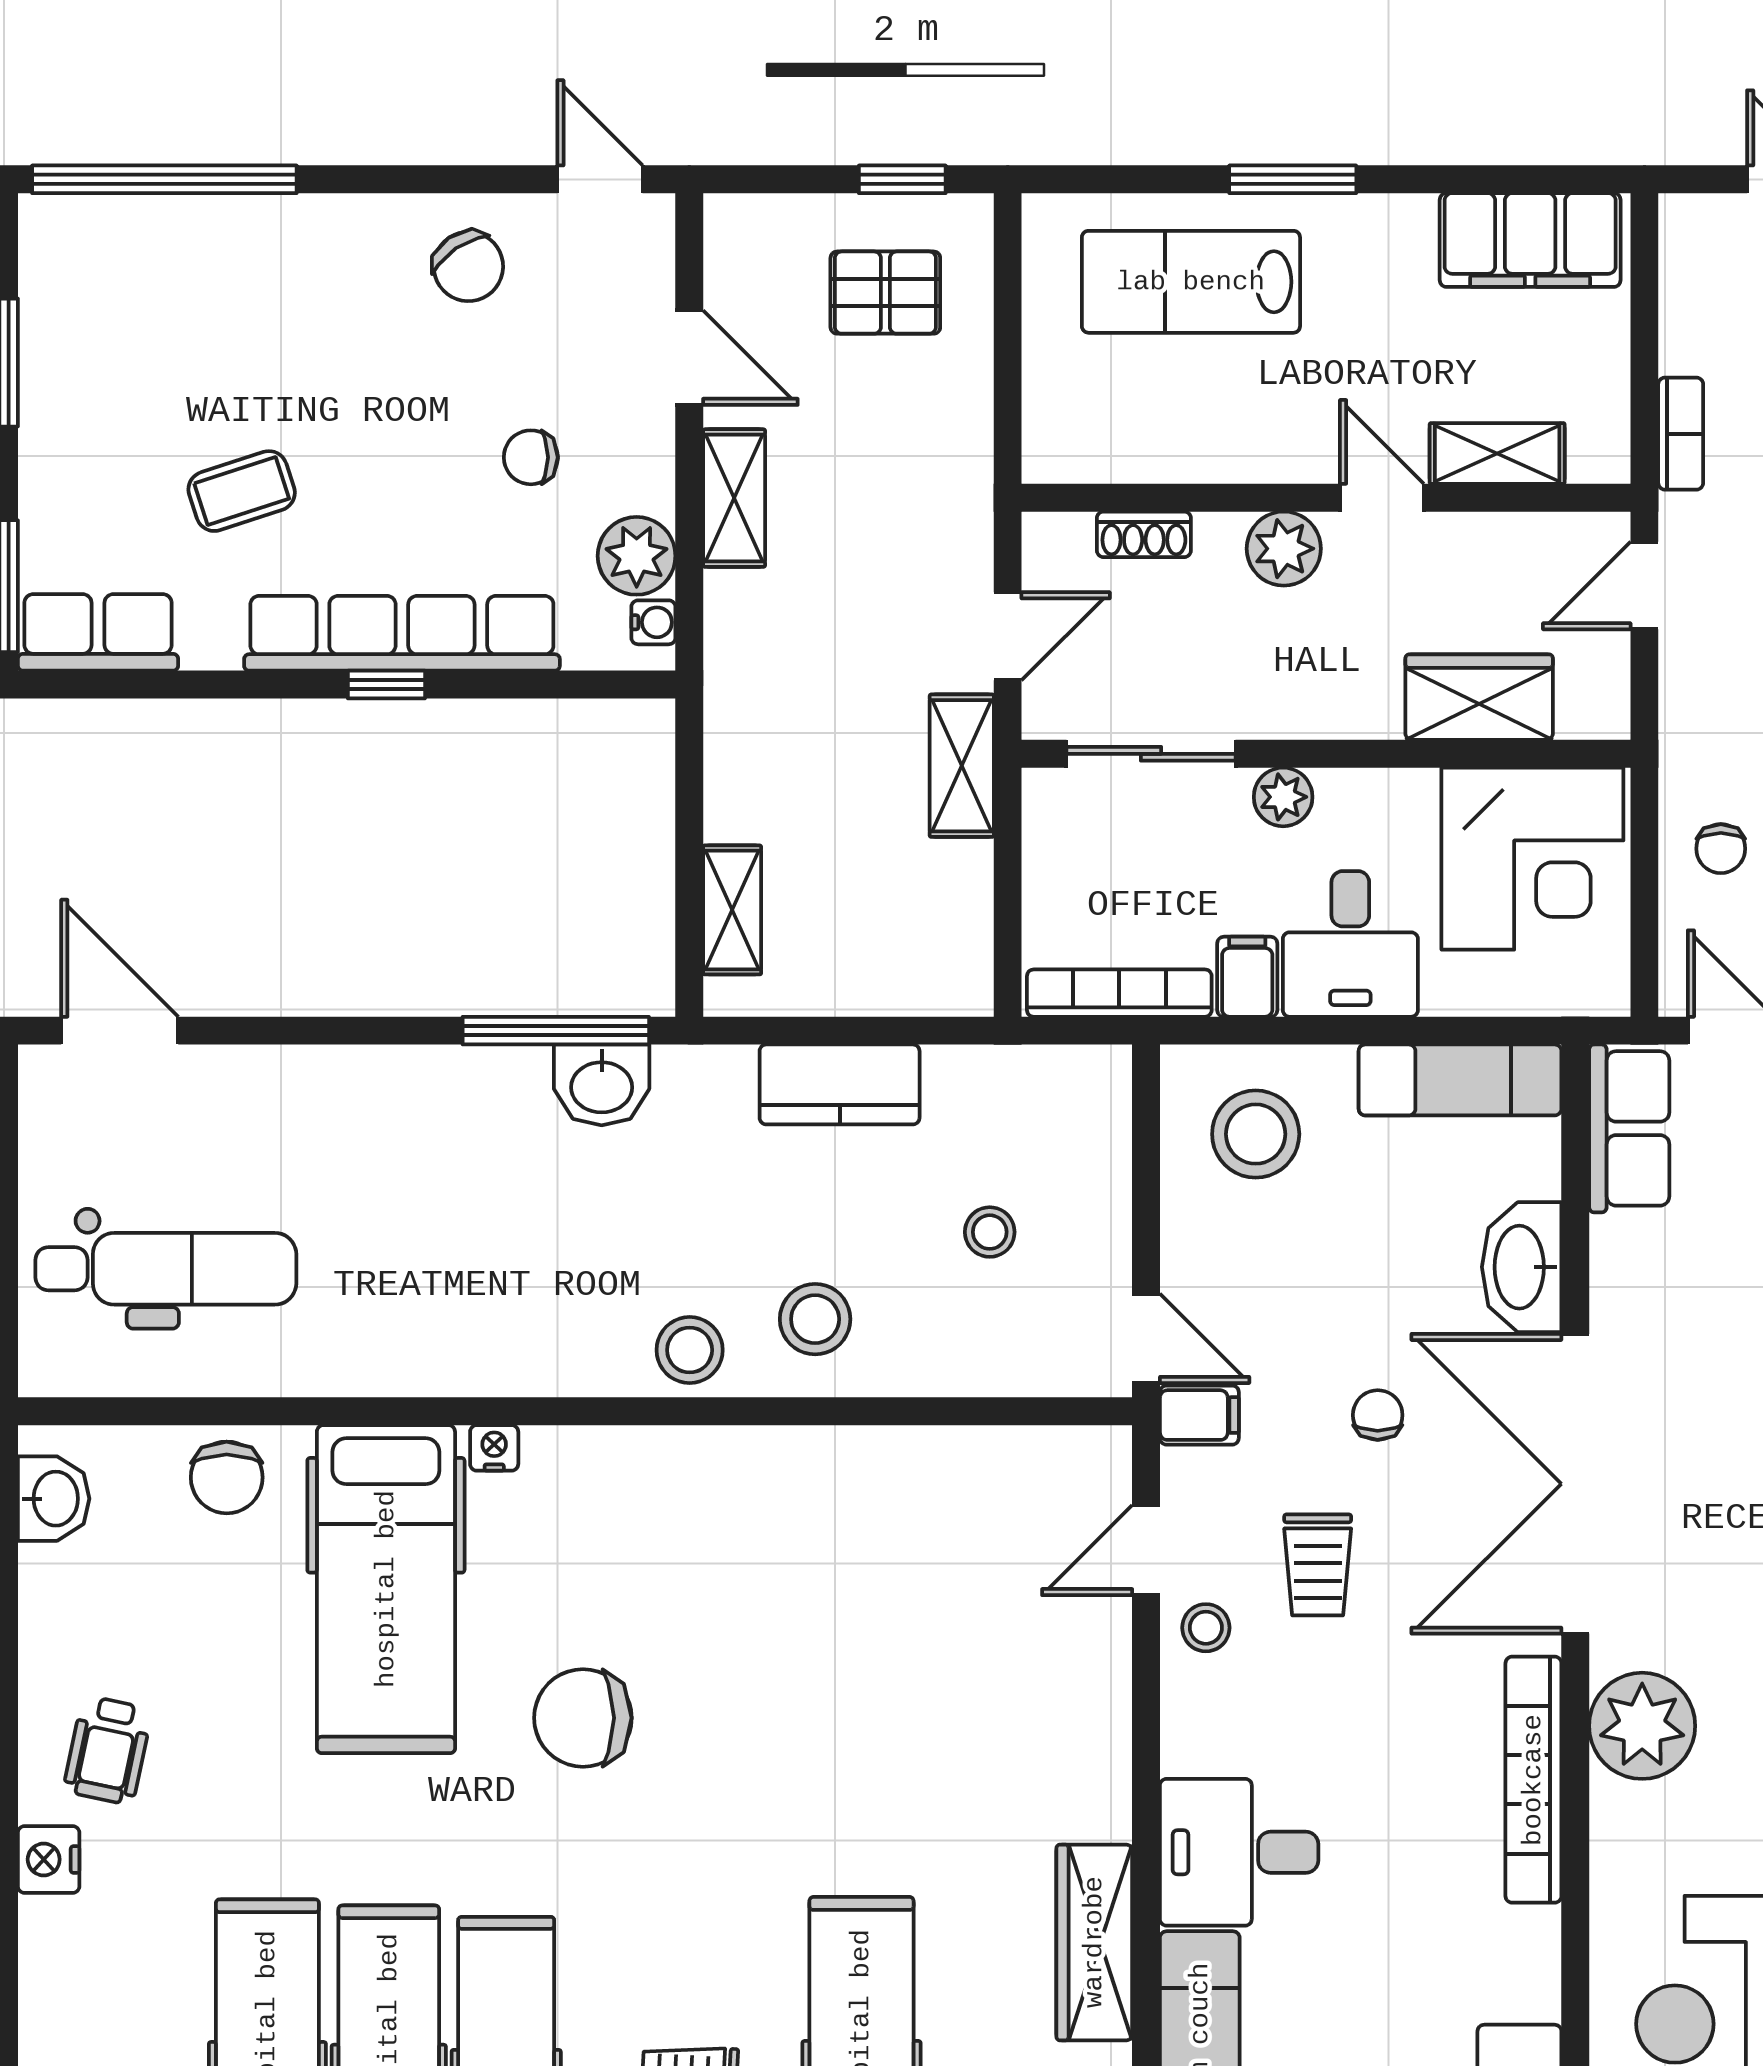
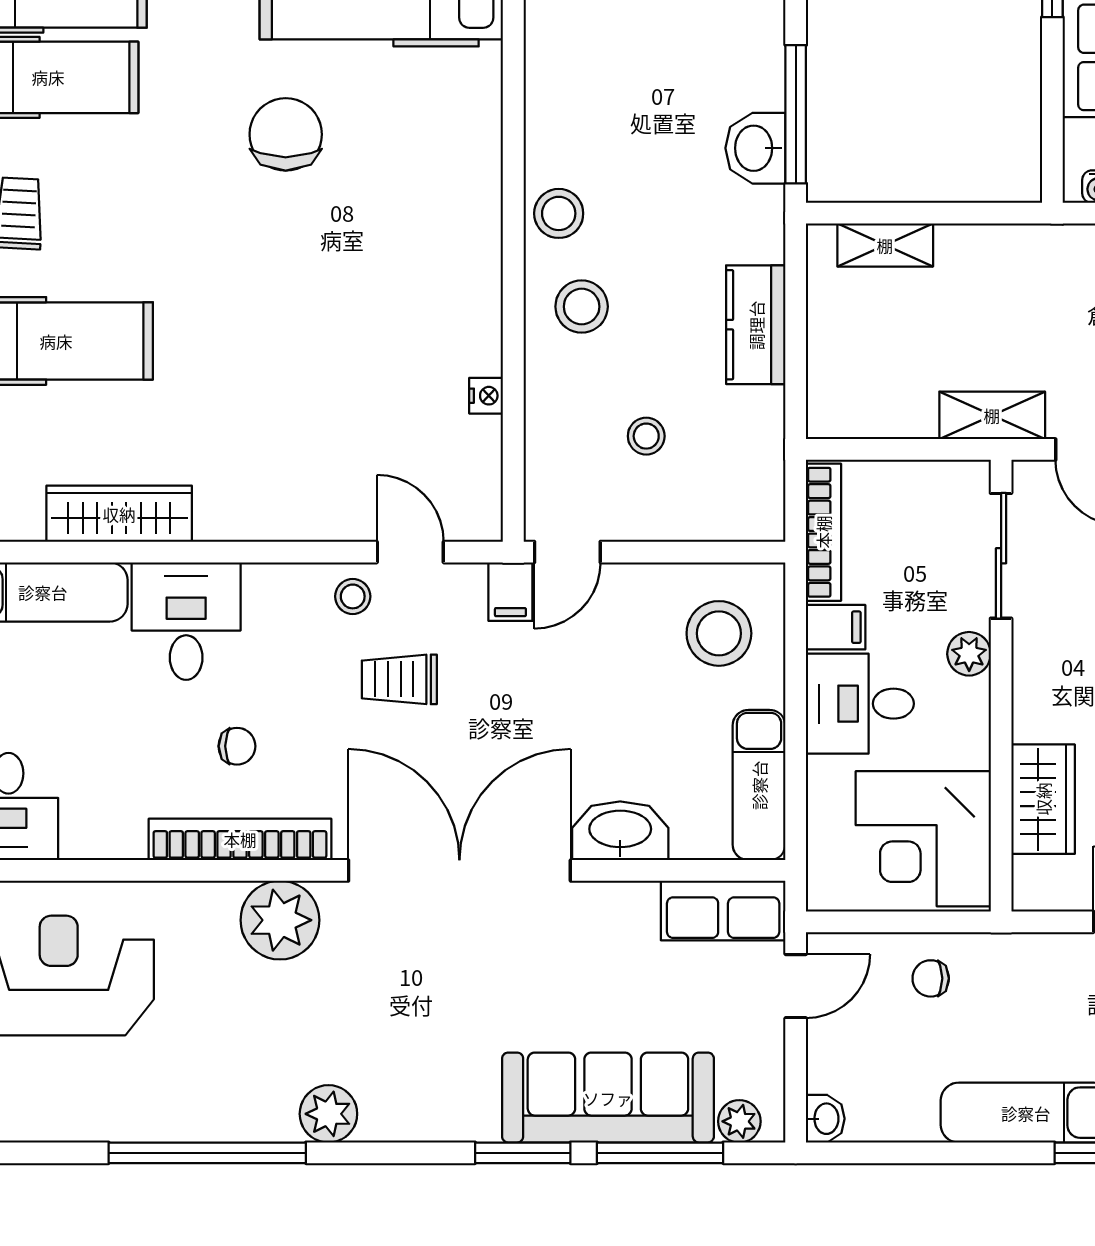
chair: (1378, 1415) -> (237, 746), moved
nightstand: (494, 1448) -> (486, 396), moved

